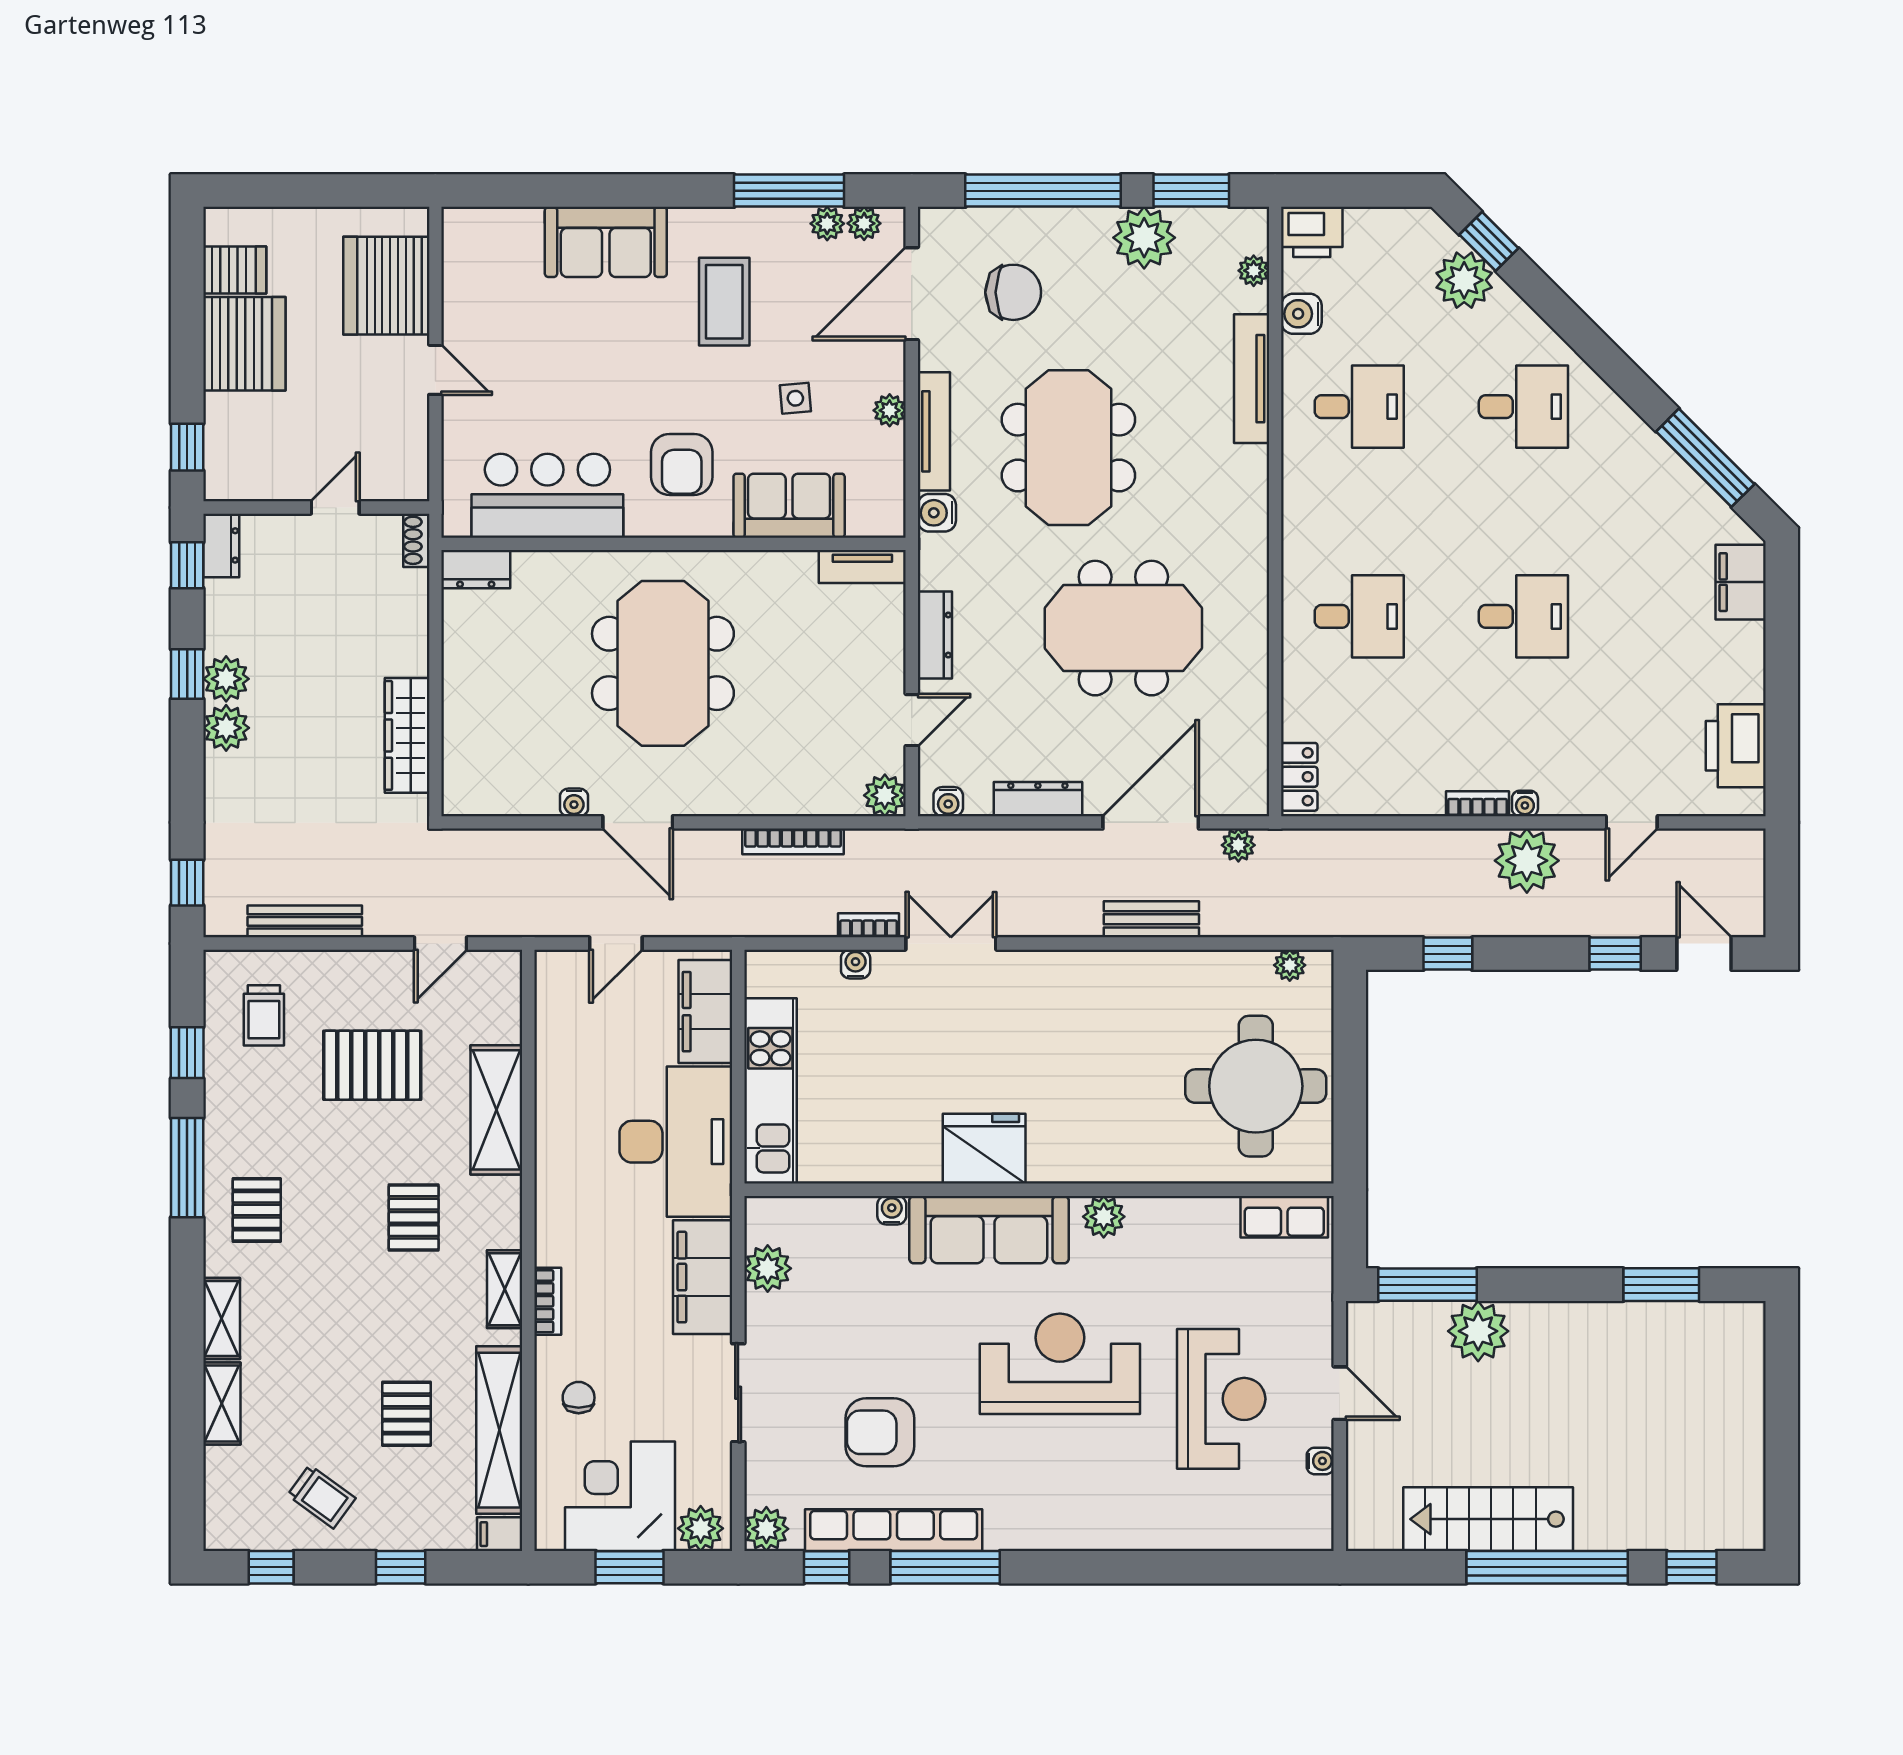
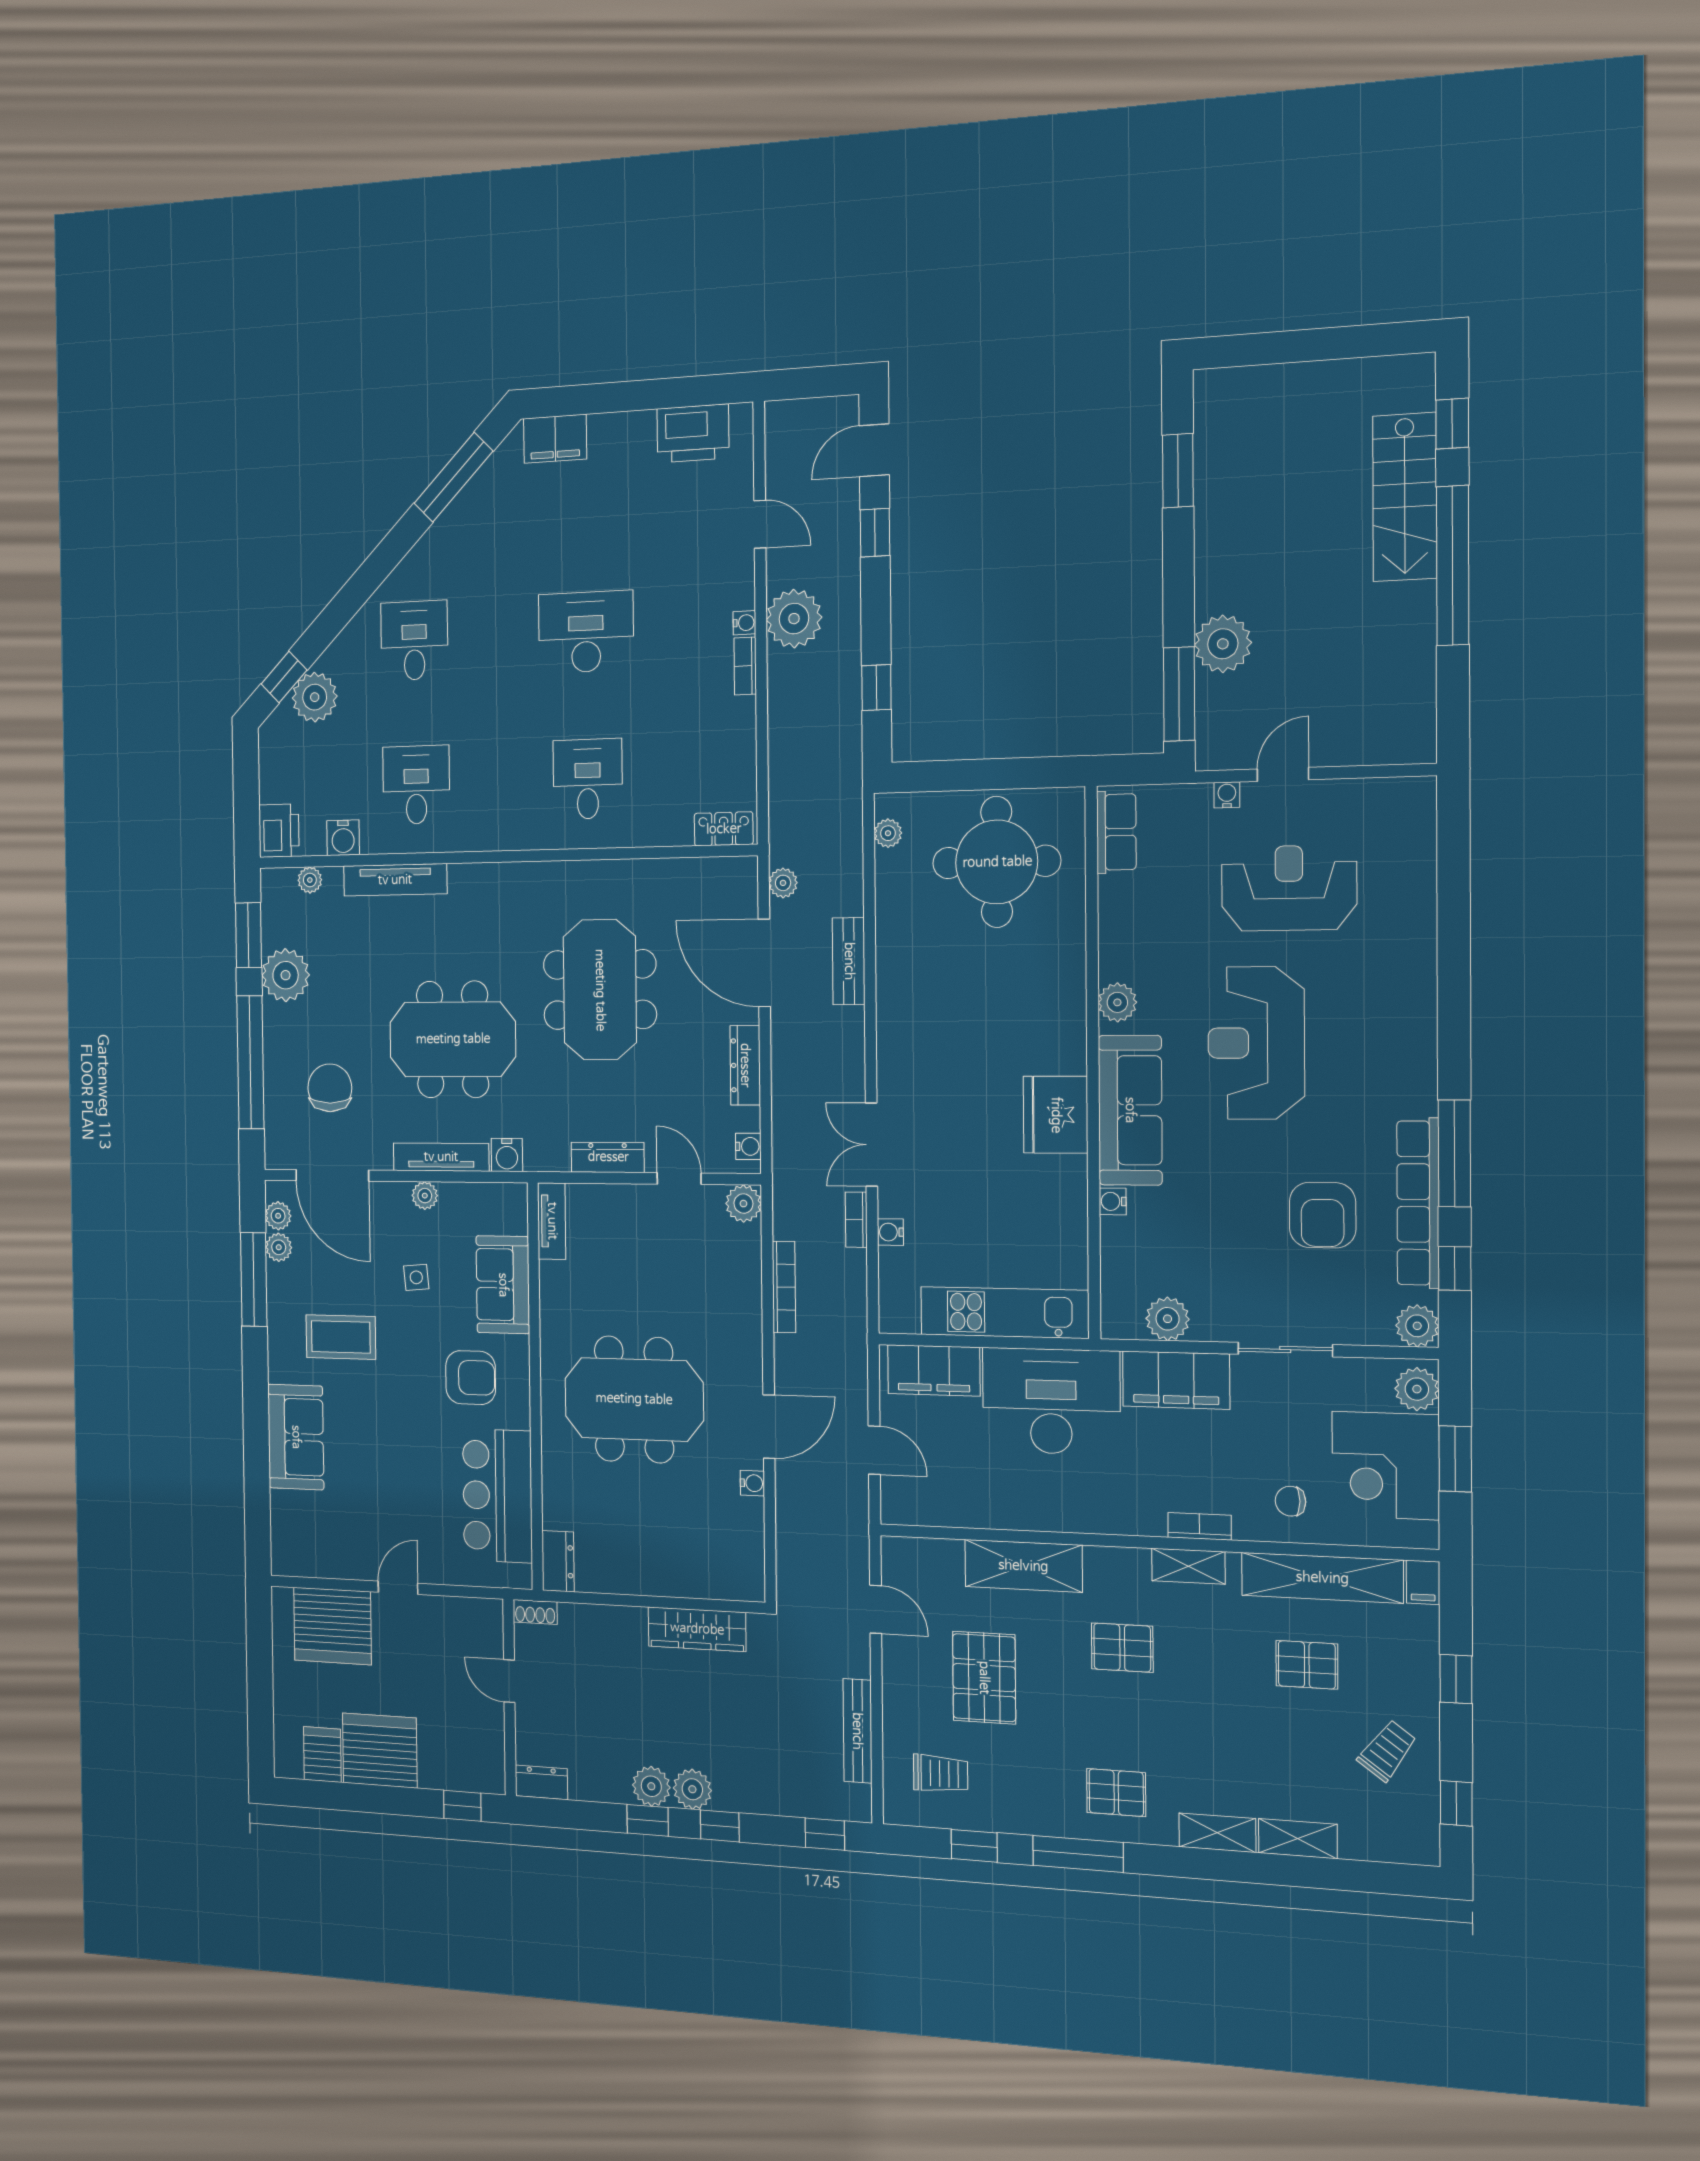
window: (187, 565) -> (720, 1826), moved
desk: (1523, 616) -> (586, 632), width x1.37
water cooler: (1320, 1461) -> (1227, 795), moved
stairs: (1488, 1519) -> (1405, 497), moved

